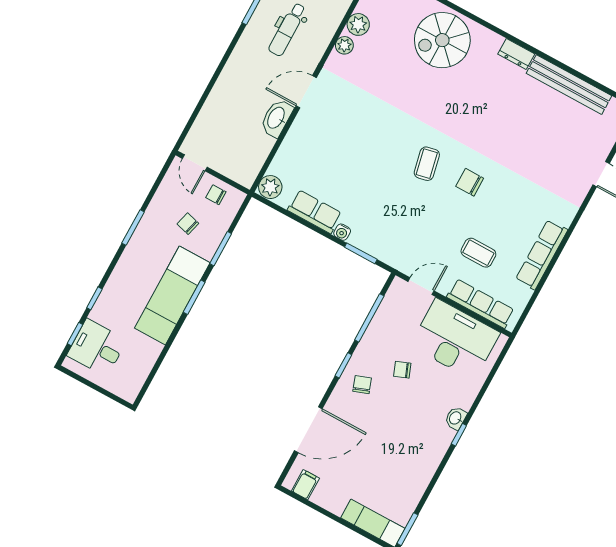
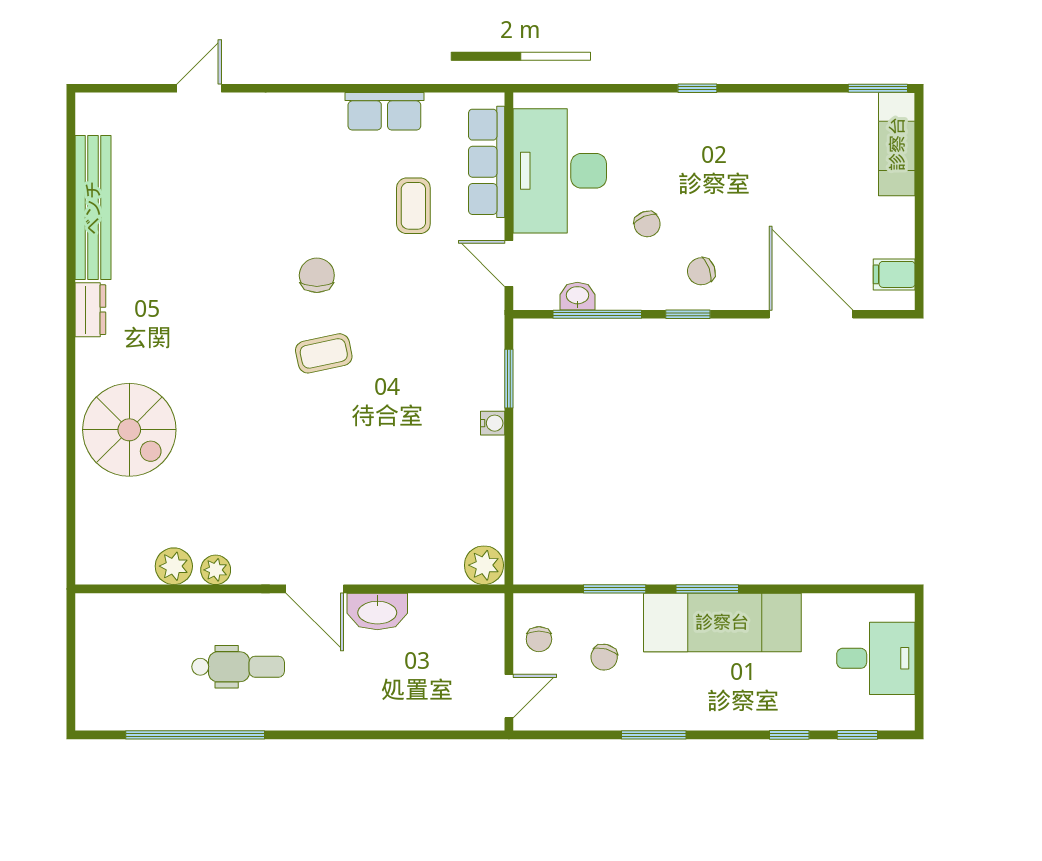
chair: (470, 182) -> (317, 275), turned 180
row of seats: (315, 212) -> (485, 480), removed
row of seats: (542, 255) -> (384, 111), width x0.68
desk: (97, 348) -> (876, 658), moved, turned -90
washbasin: (456, 418) -> (577, 296), moved, turned 180

